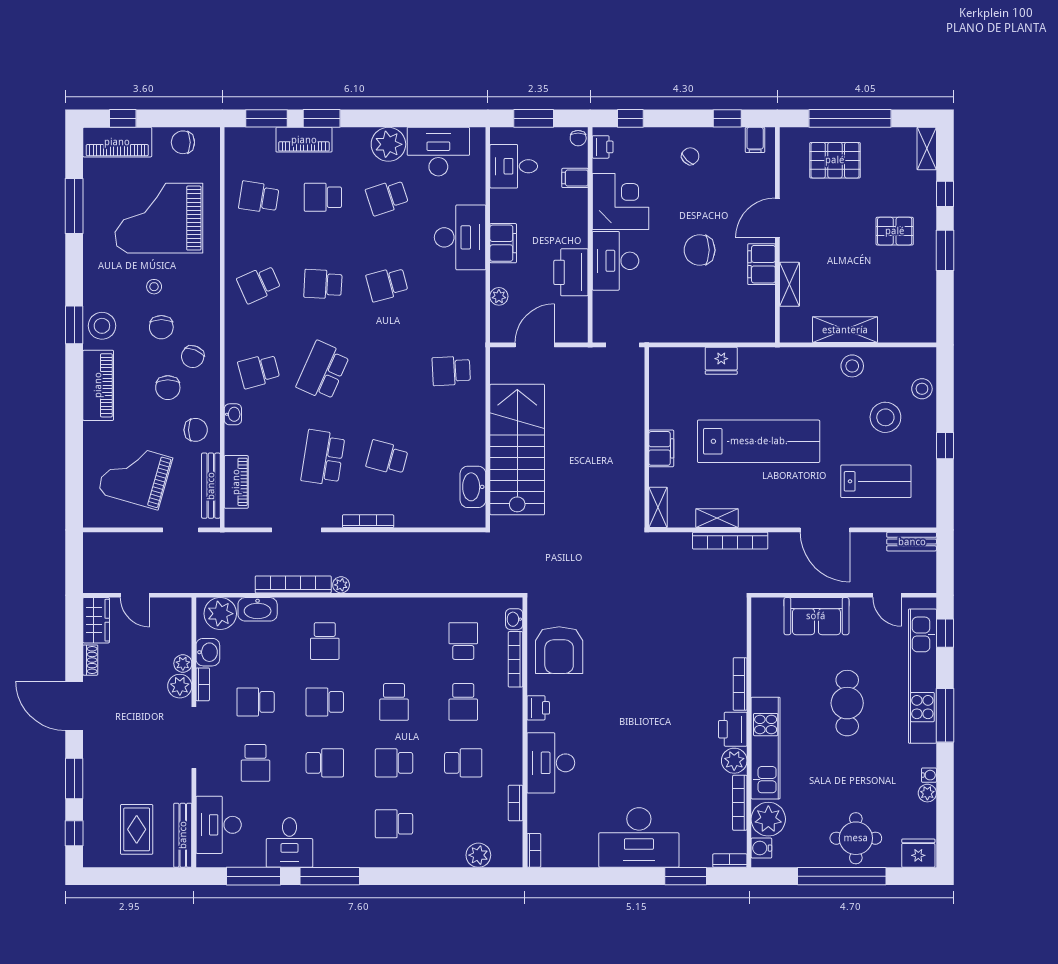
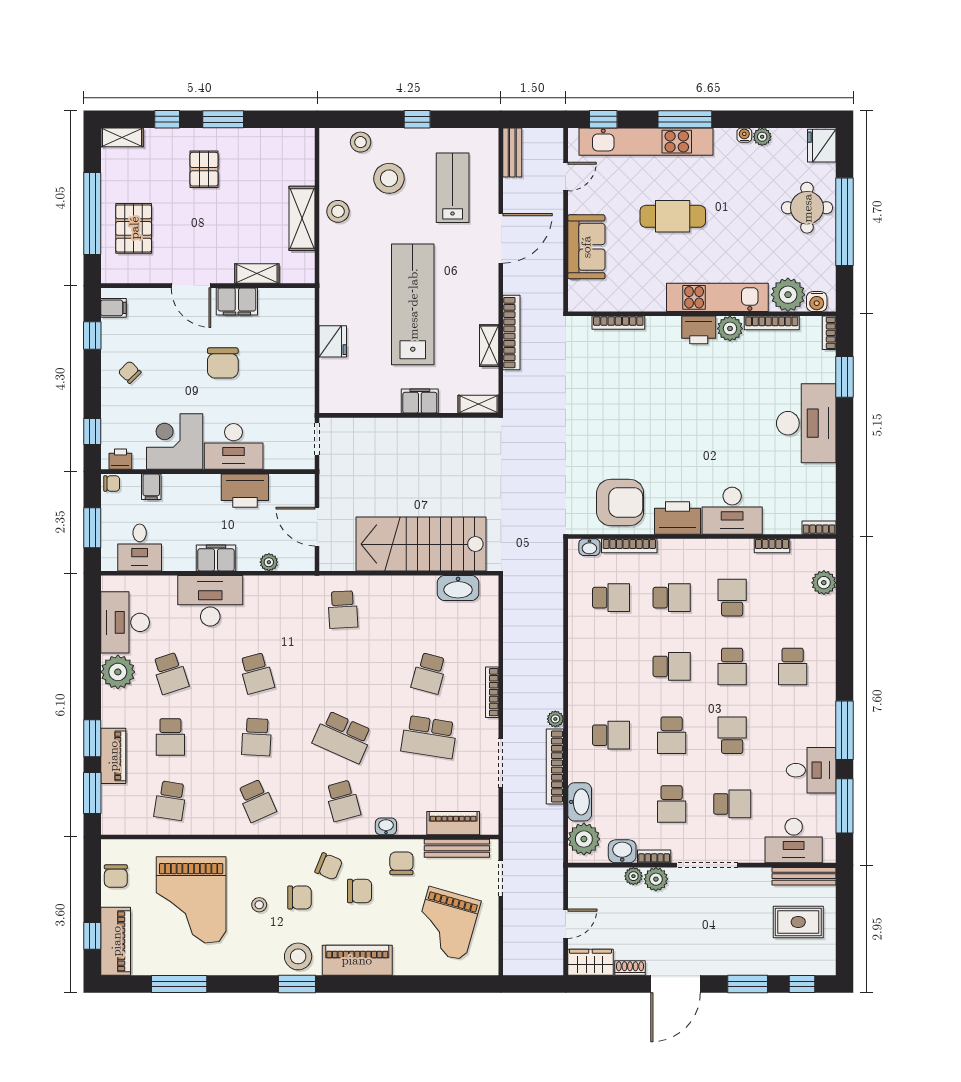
school desk: (463, 641) -> (611, 598), turned 180
bookcase: (740, 684) -> (618, 323), moved
printer: (538, 708) -> (678, 518), width x1.87, depth x1.48

